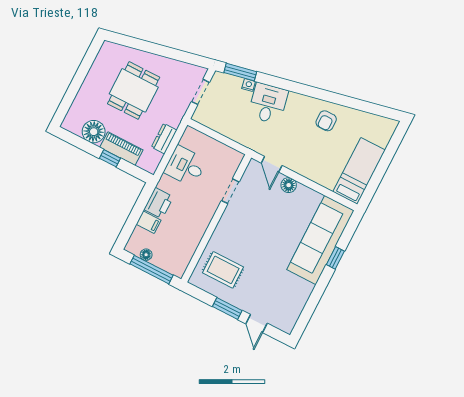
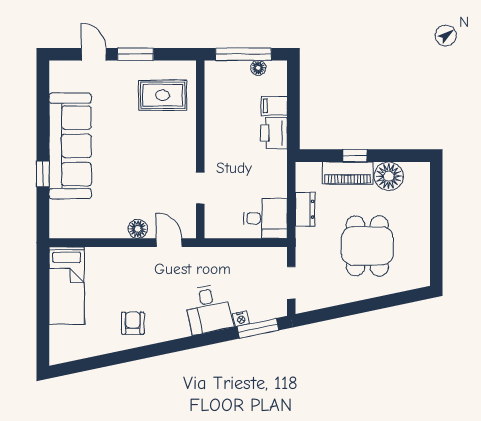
desk: (185, 166) -> (265, 218), moved
sofa: (320, 240) -> (70, 146), moved

